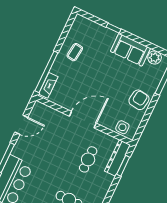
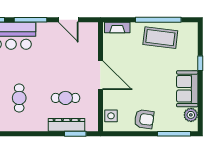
coffee table: (75, 52) -> (160, 38), width x1.86, depth x1.72
window: (46, 72) -> (158, 20), moved
dresser: (117, 158) -> (67, 125), moved

